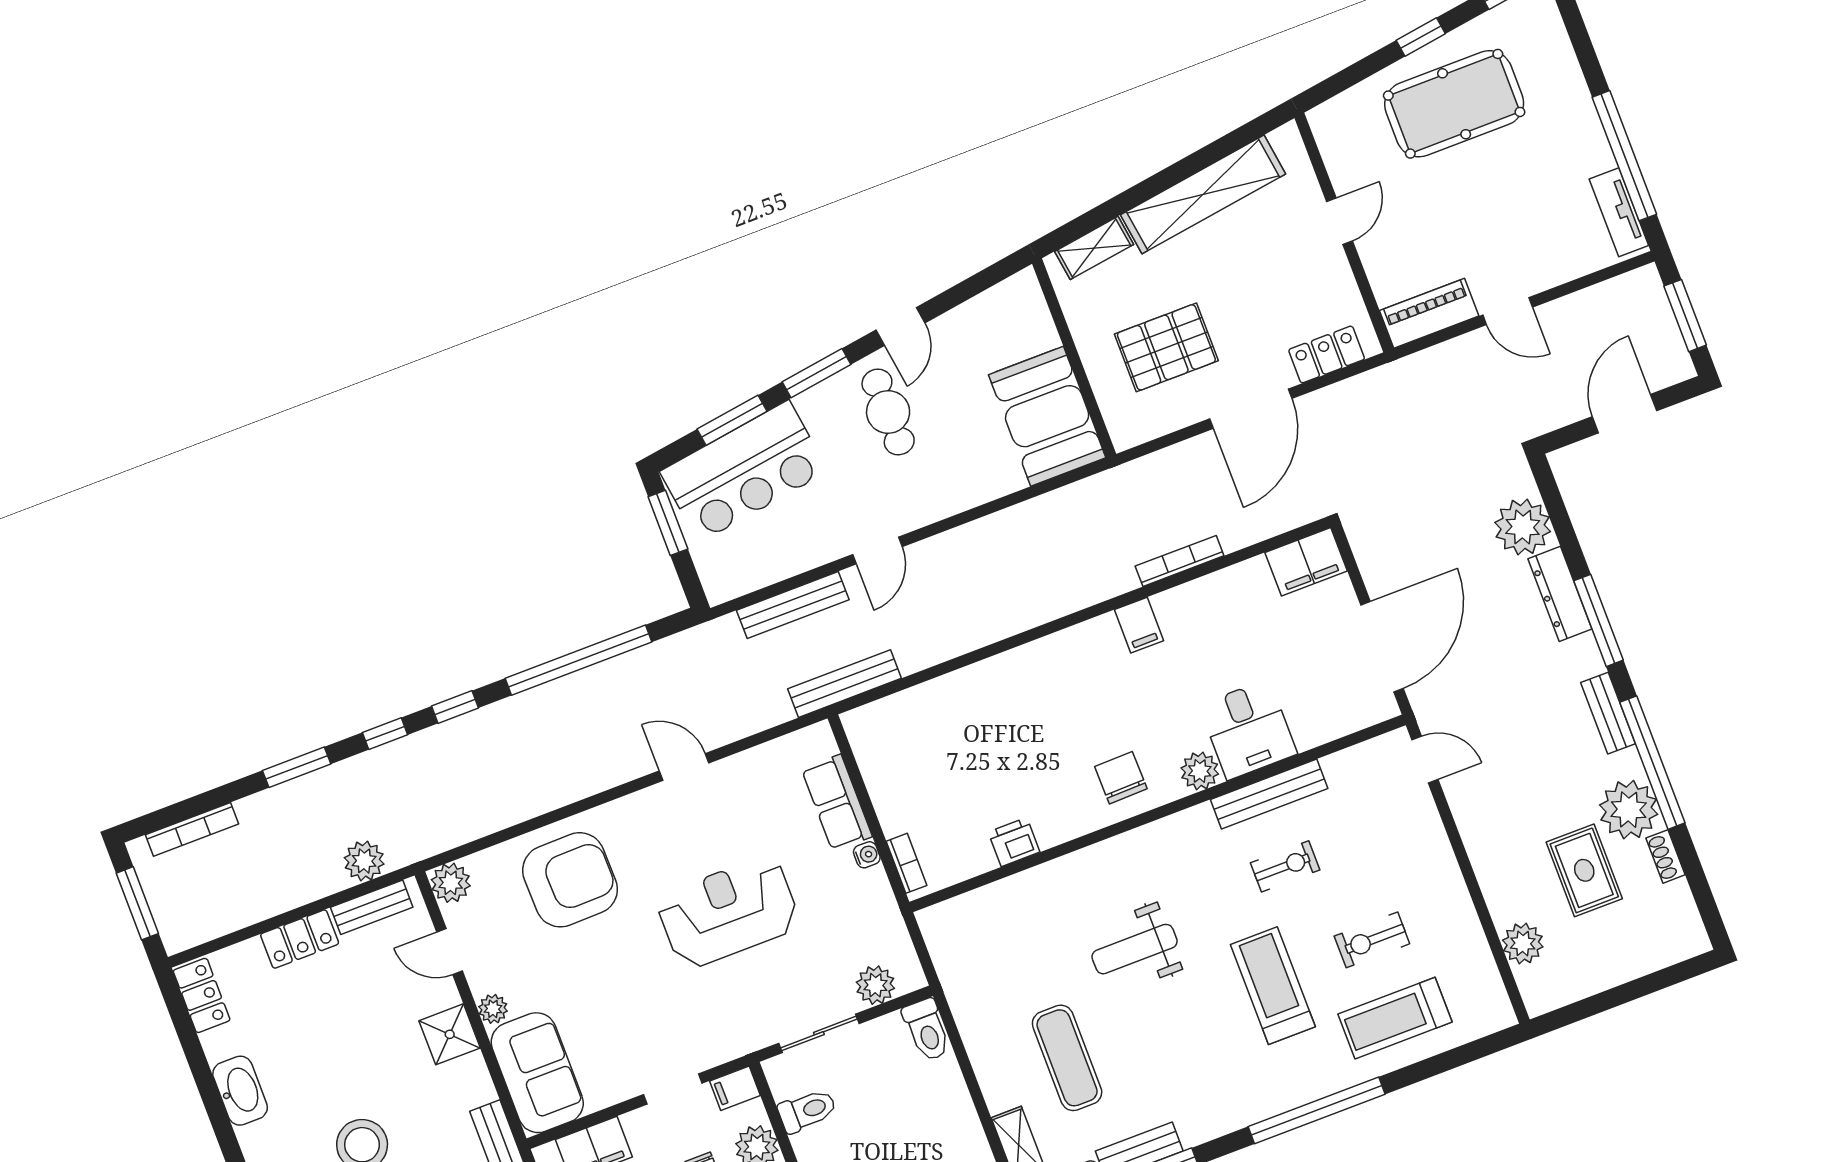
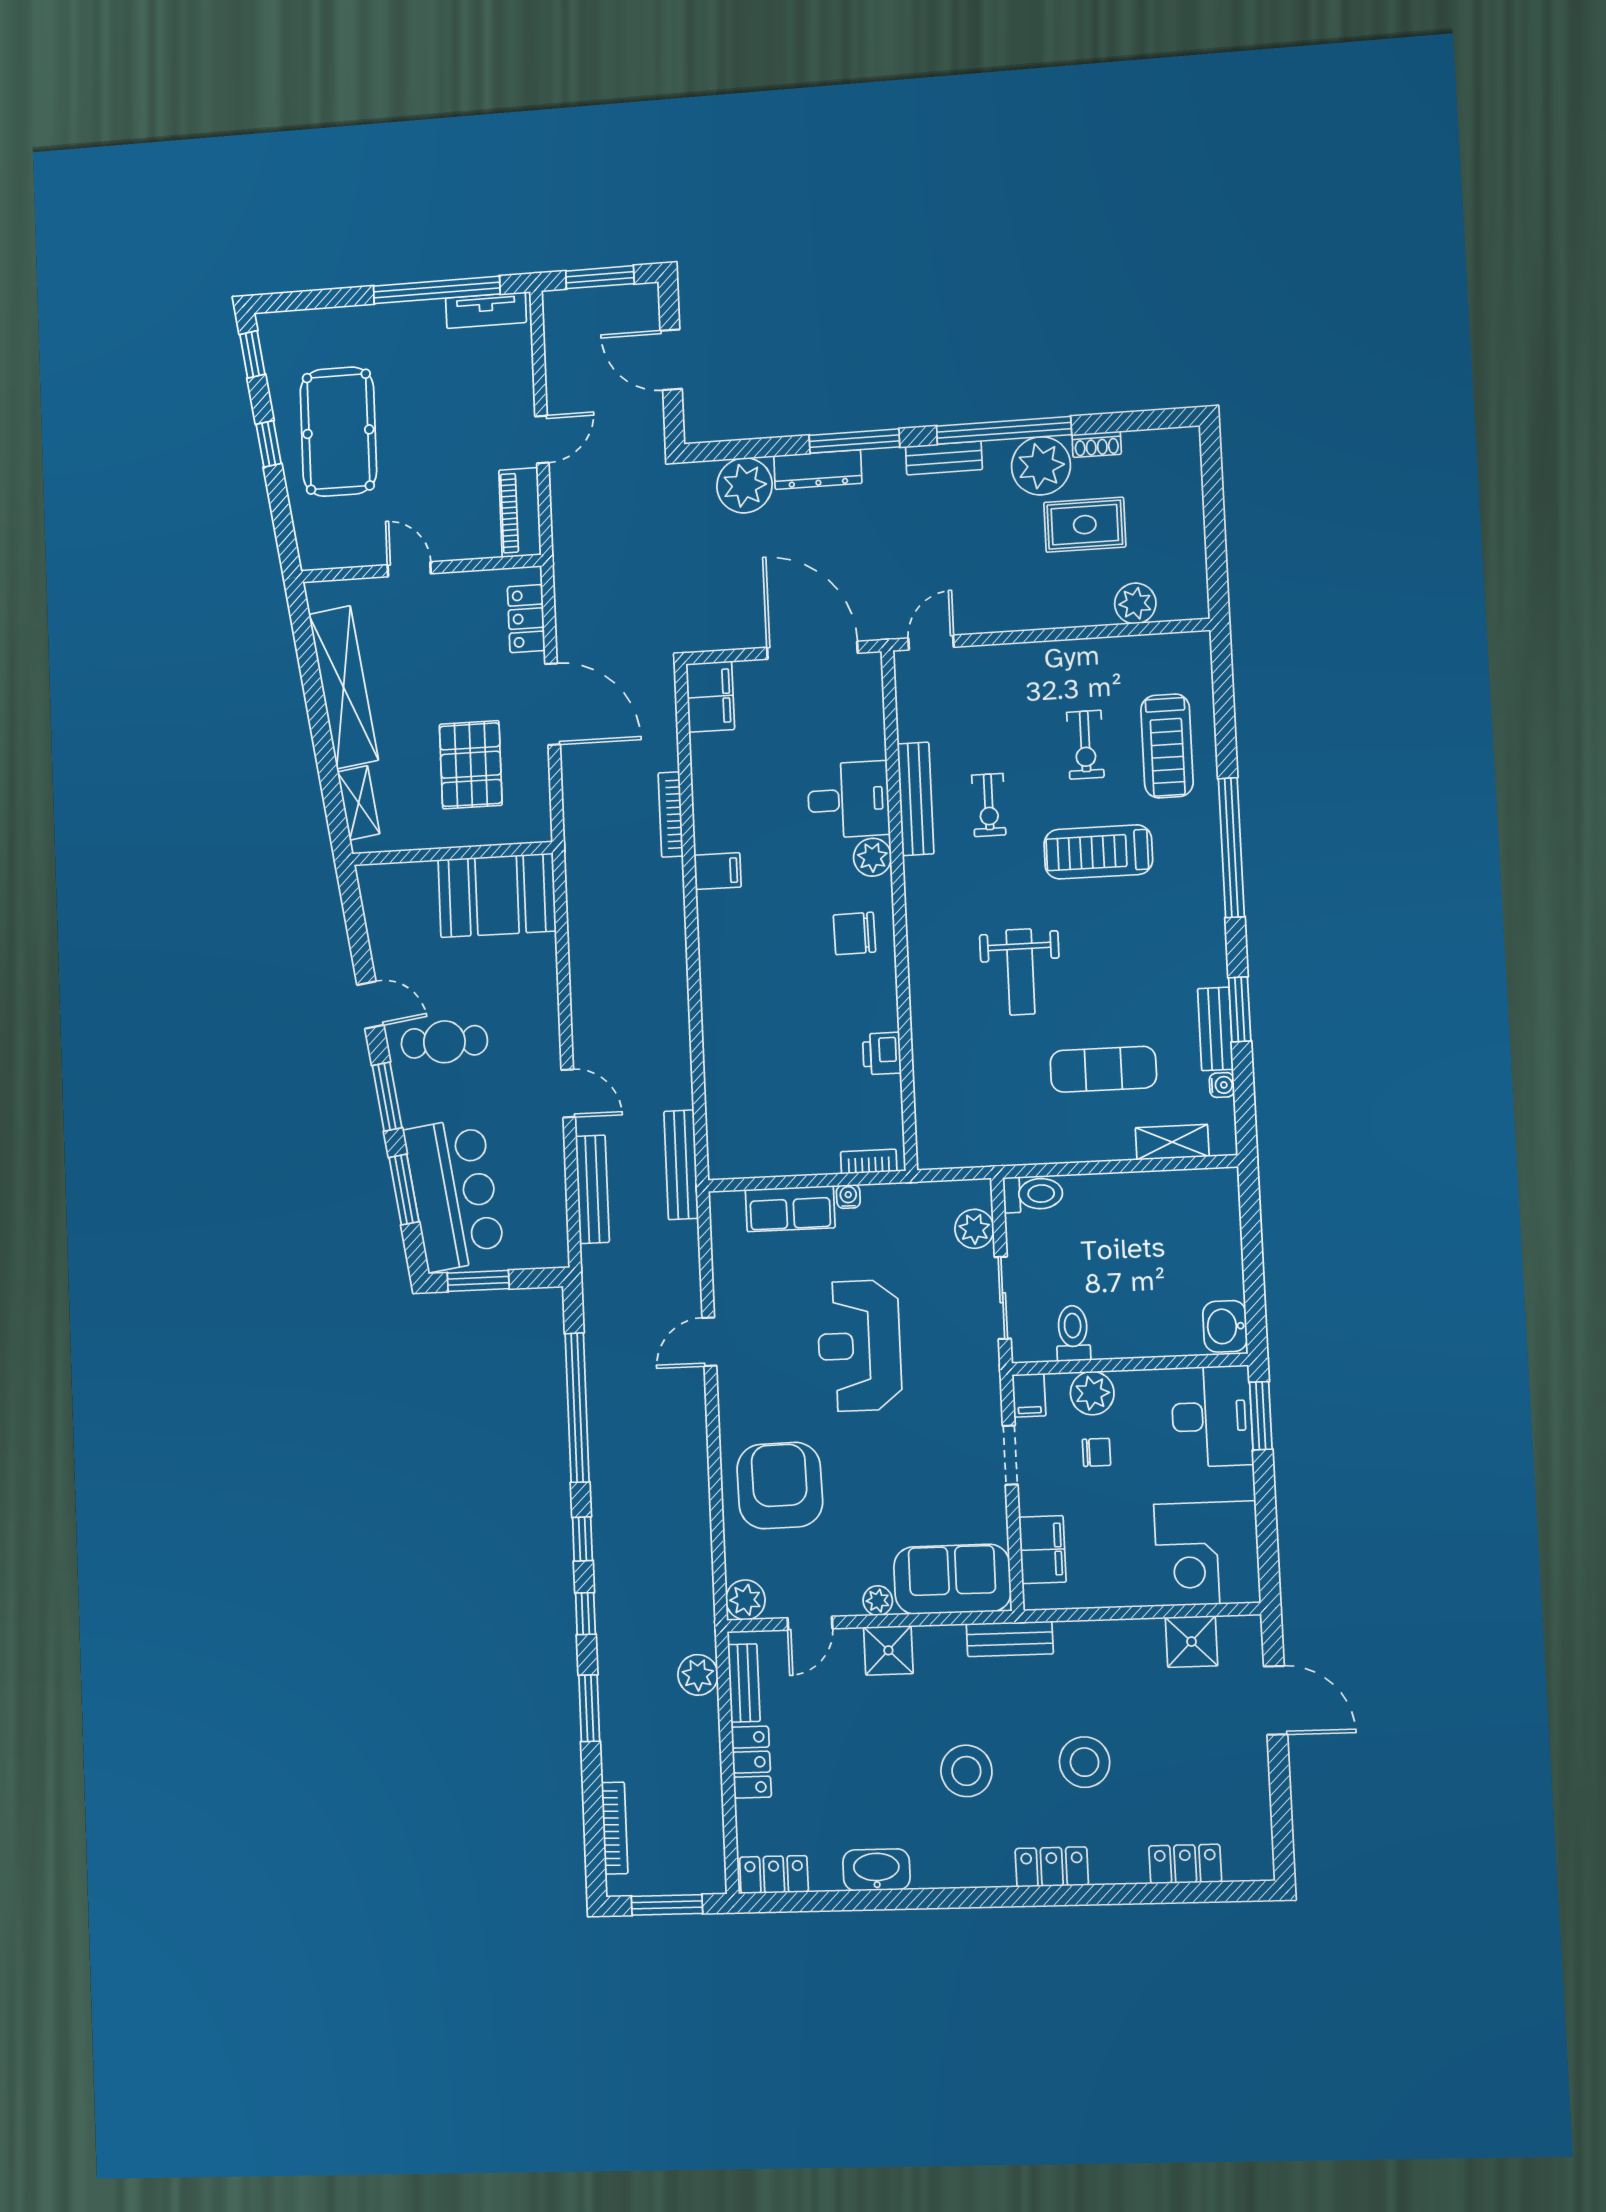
exercise bike: (1285, 866) -> (989, 805), turned 180

